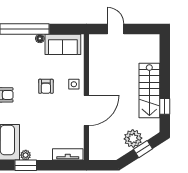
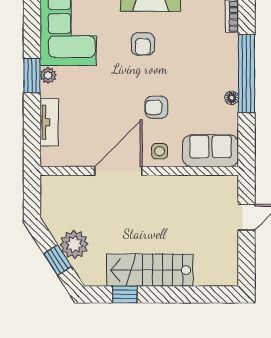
sofa: (63, 44) -> (210, 151), moved, turned 90
door: (86, 110) -> (118, 171), swing flipped
tv unit: (68, 154) -> (49, 122), moved

